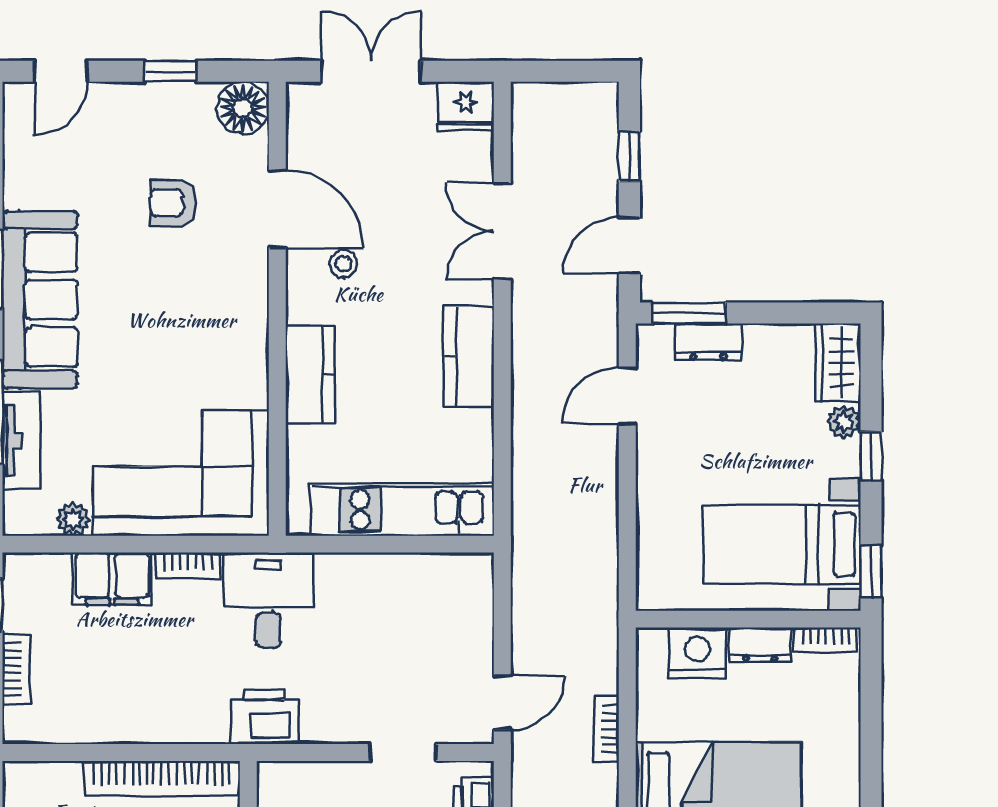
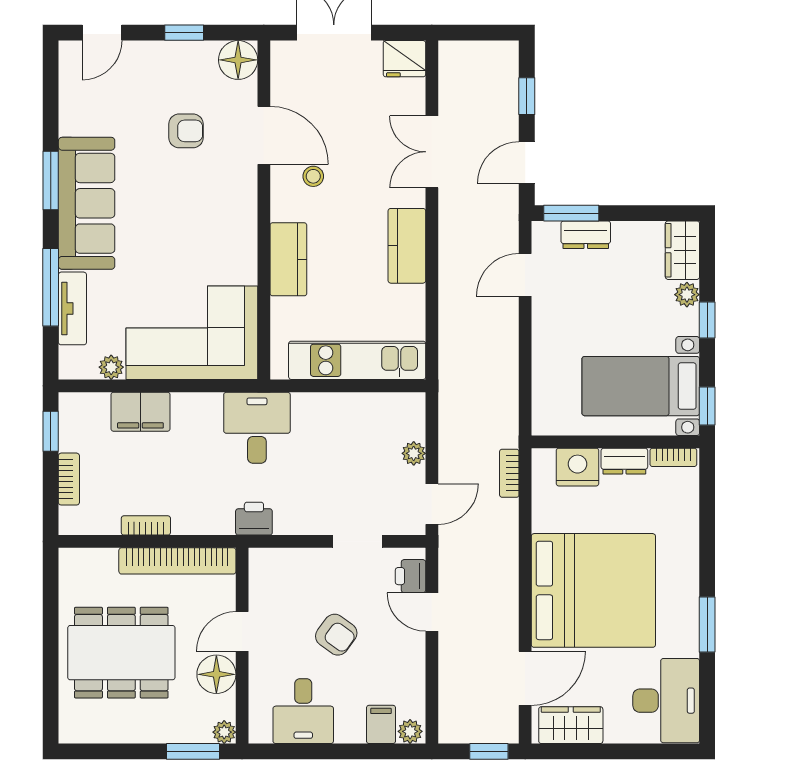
armchair: (173, 203) -> (186, 131), turned 180
bookcase: (188, 566) -> (146, 525), moved, turned 180
plant: (478, 635) -> (414, 453), added
printer: (264, 717) -> (254, 519), width x0.73, depth x0.81
bookcase: (606, 729) -> (509, 473), moved

